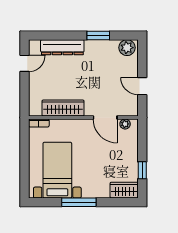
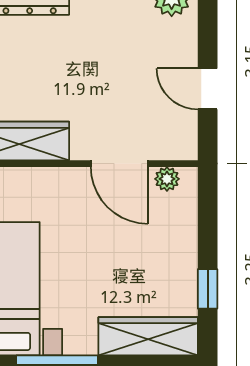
wardrobe: (124, 190) -> (148, 336), width x1.50

